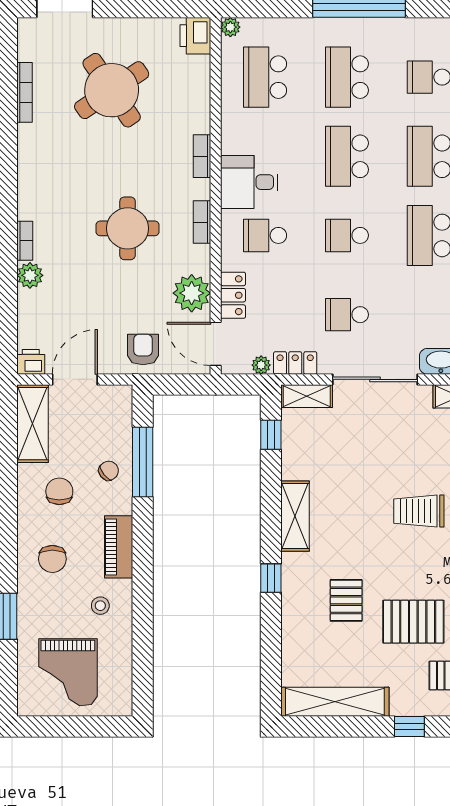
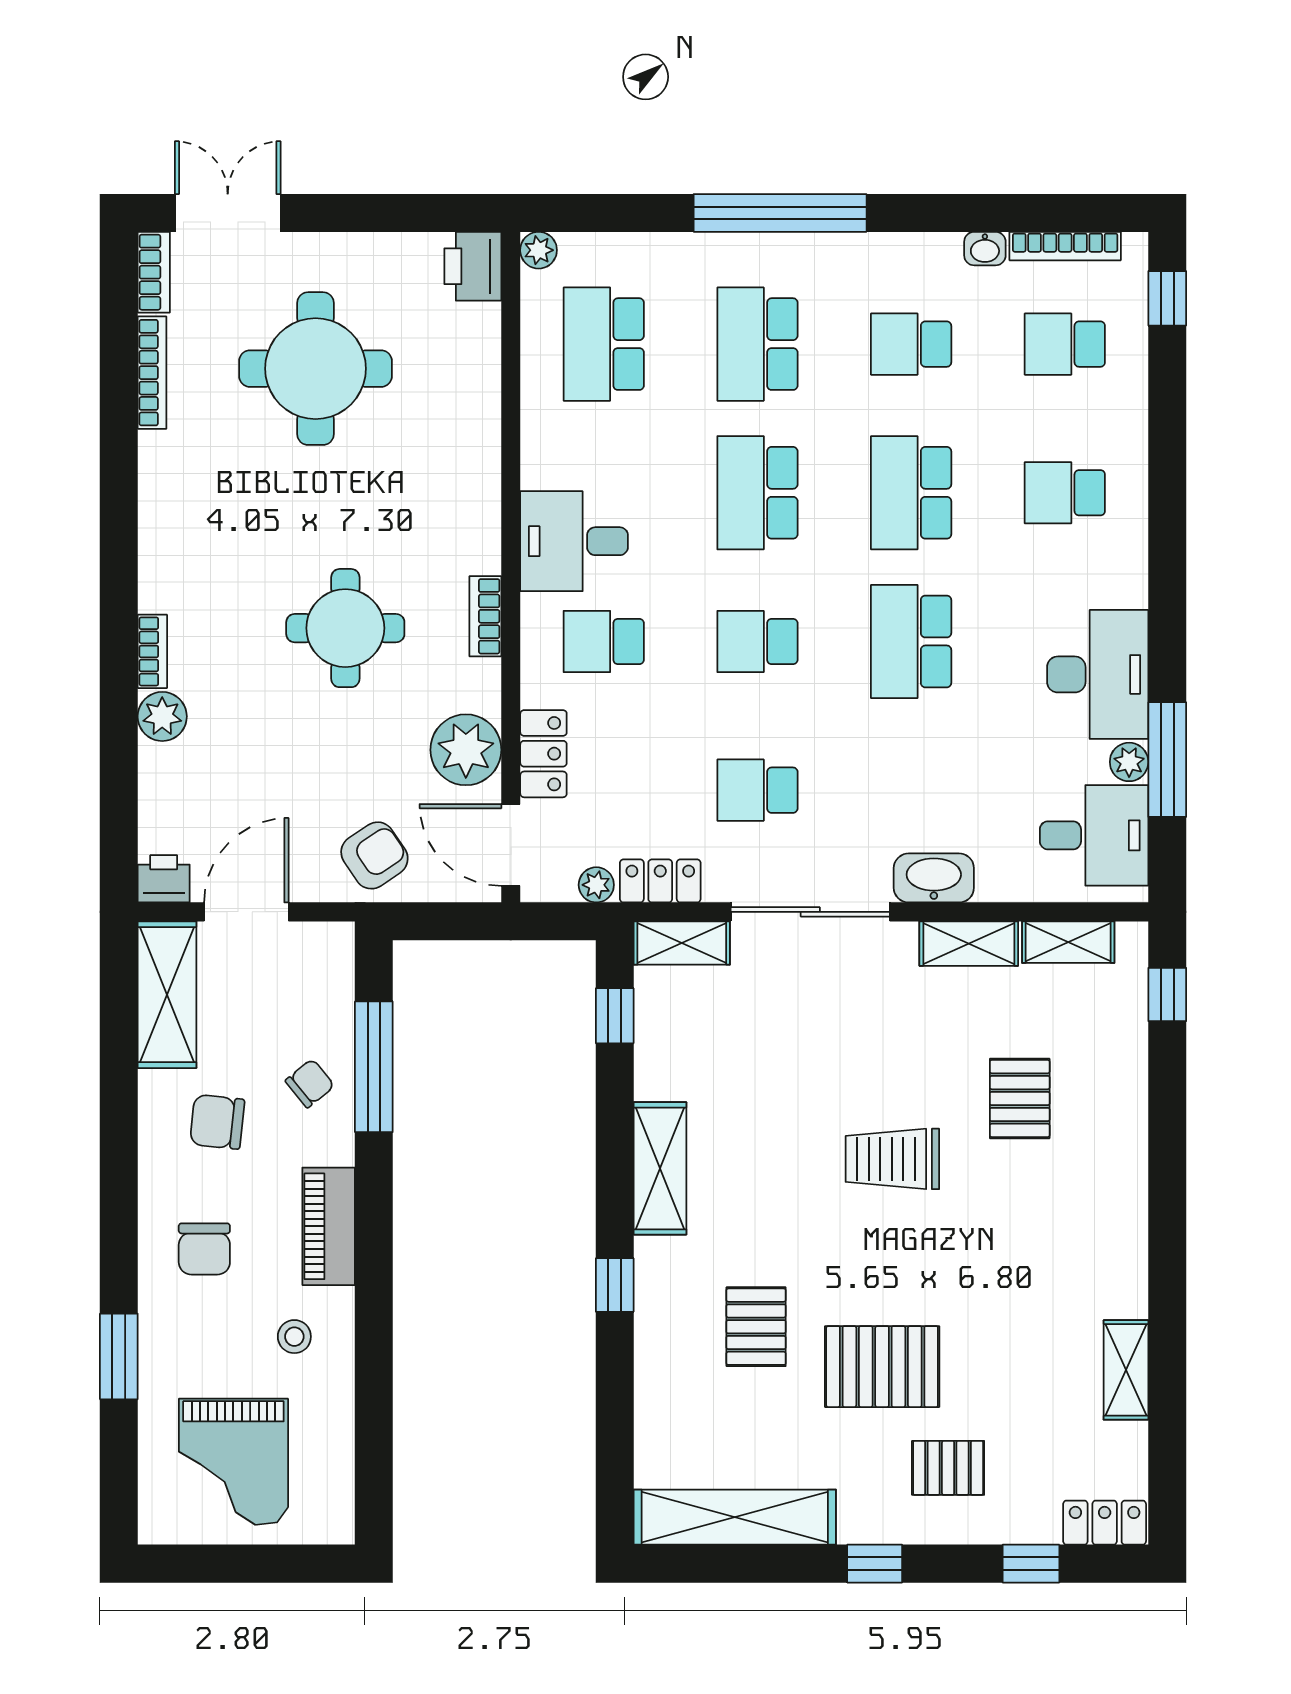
round table: (112, 90) -> (316, 369), turned 34
bookcase: (202, 156) -> (154, 272), moved, turned 180
armchair: (143, 349) -> (374, 855), turned 56
chair: (59, 491) -> (217, 1122), turned -84

